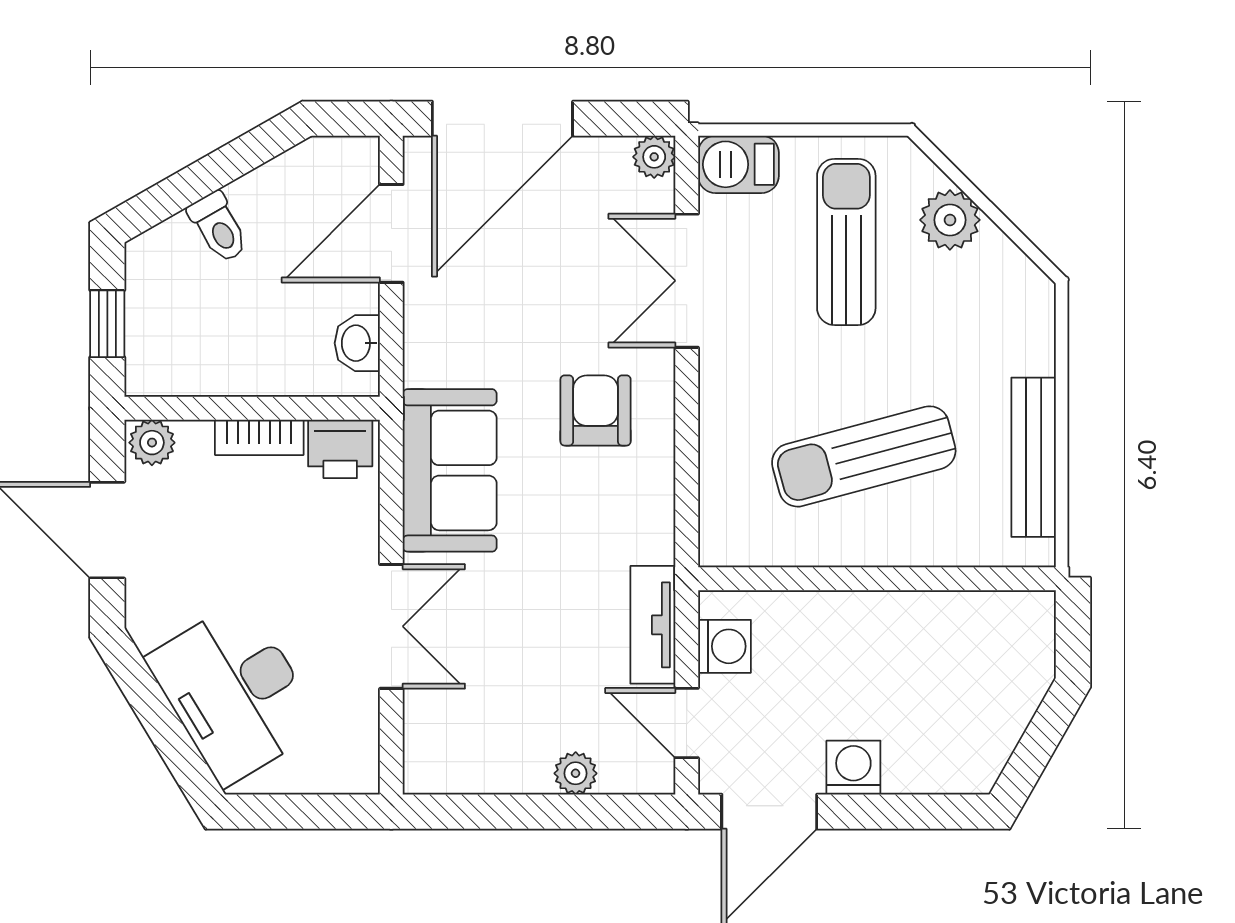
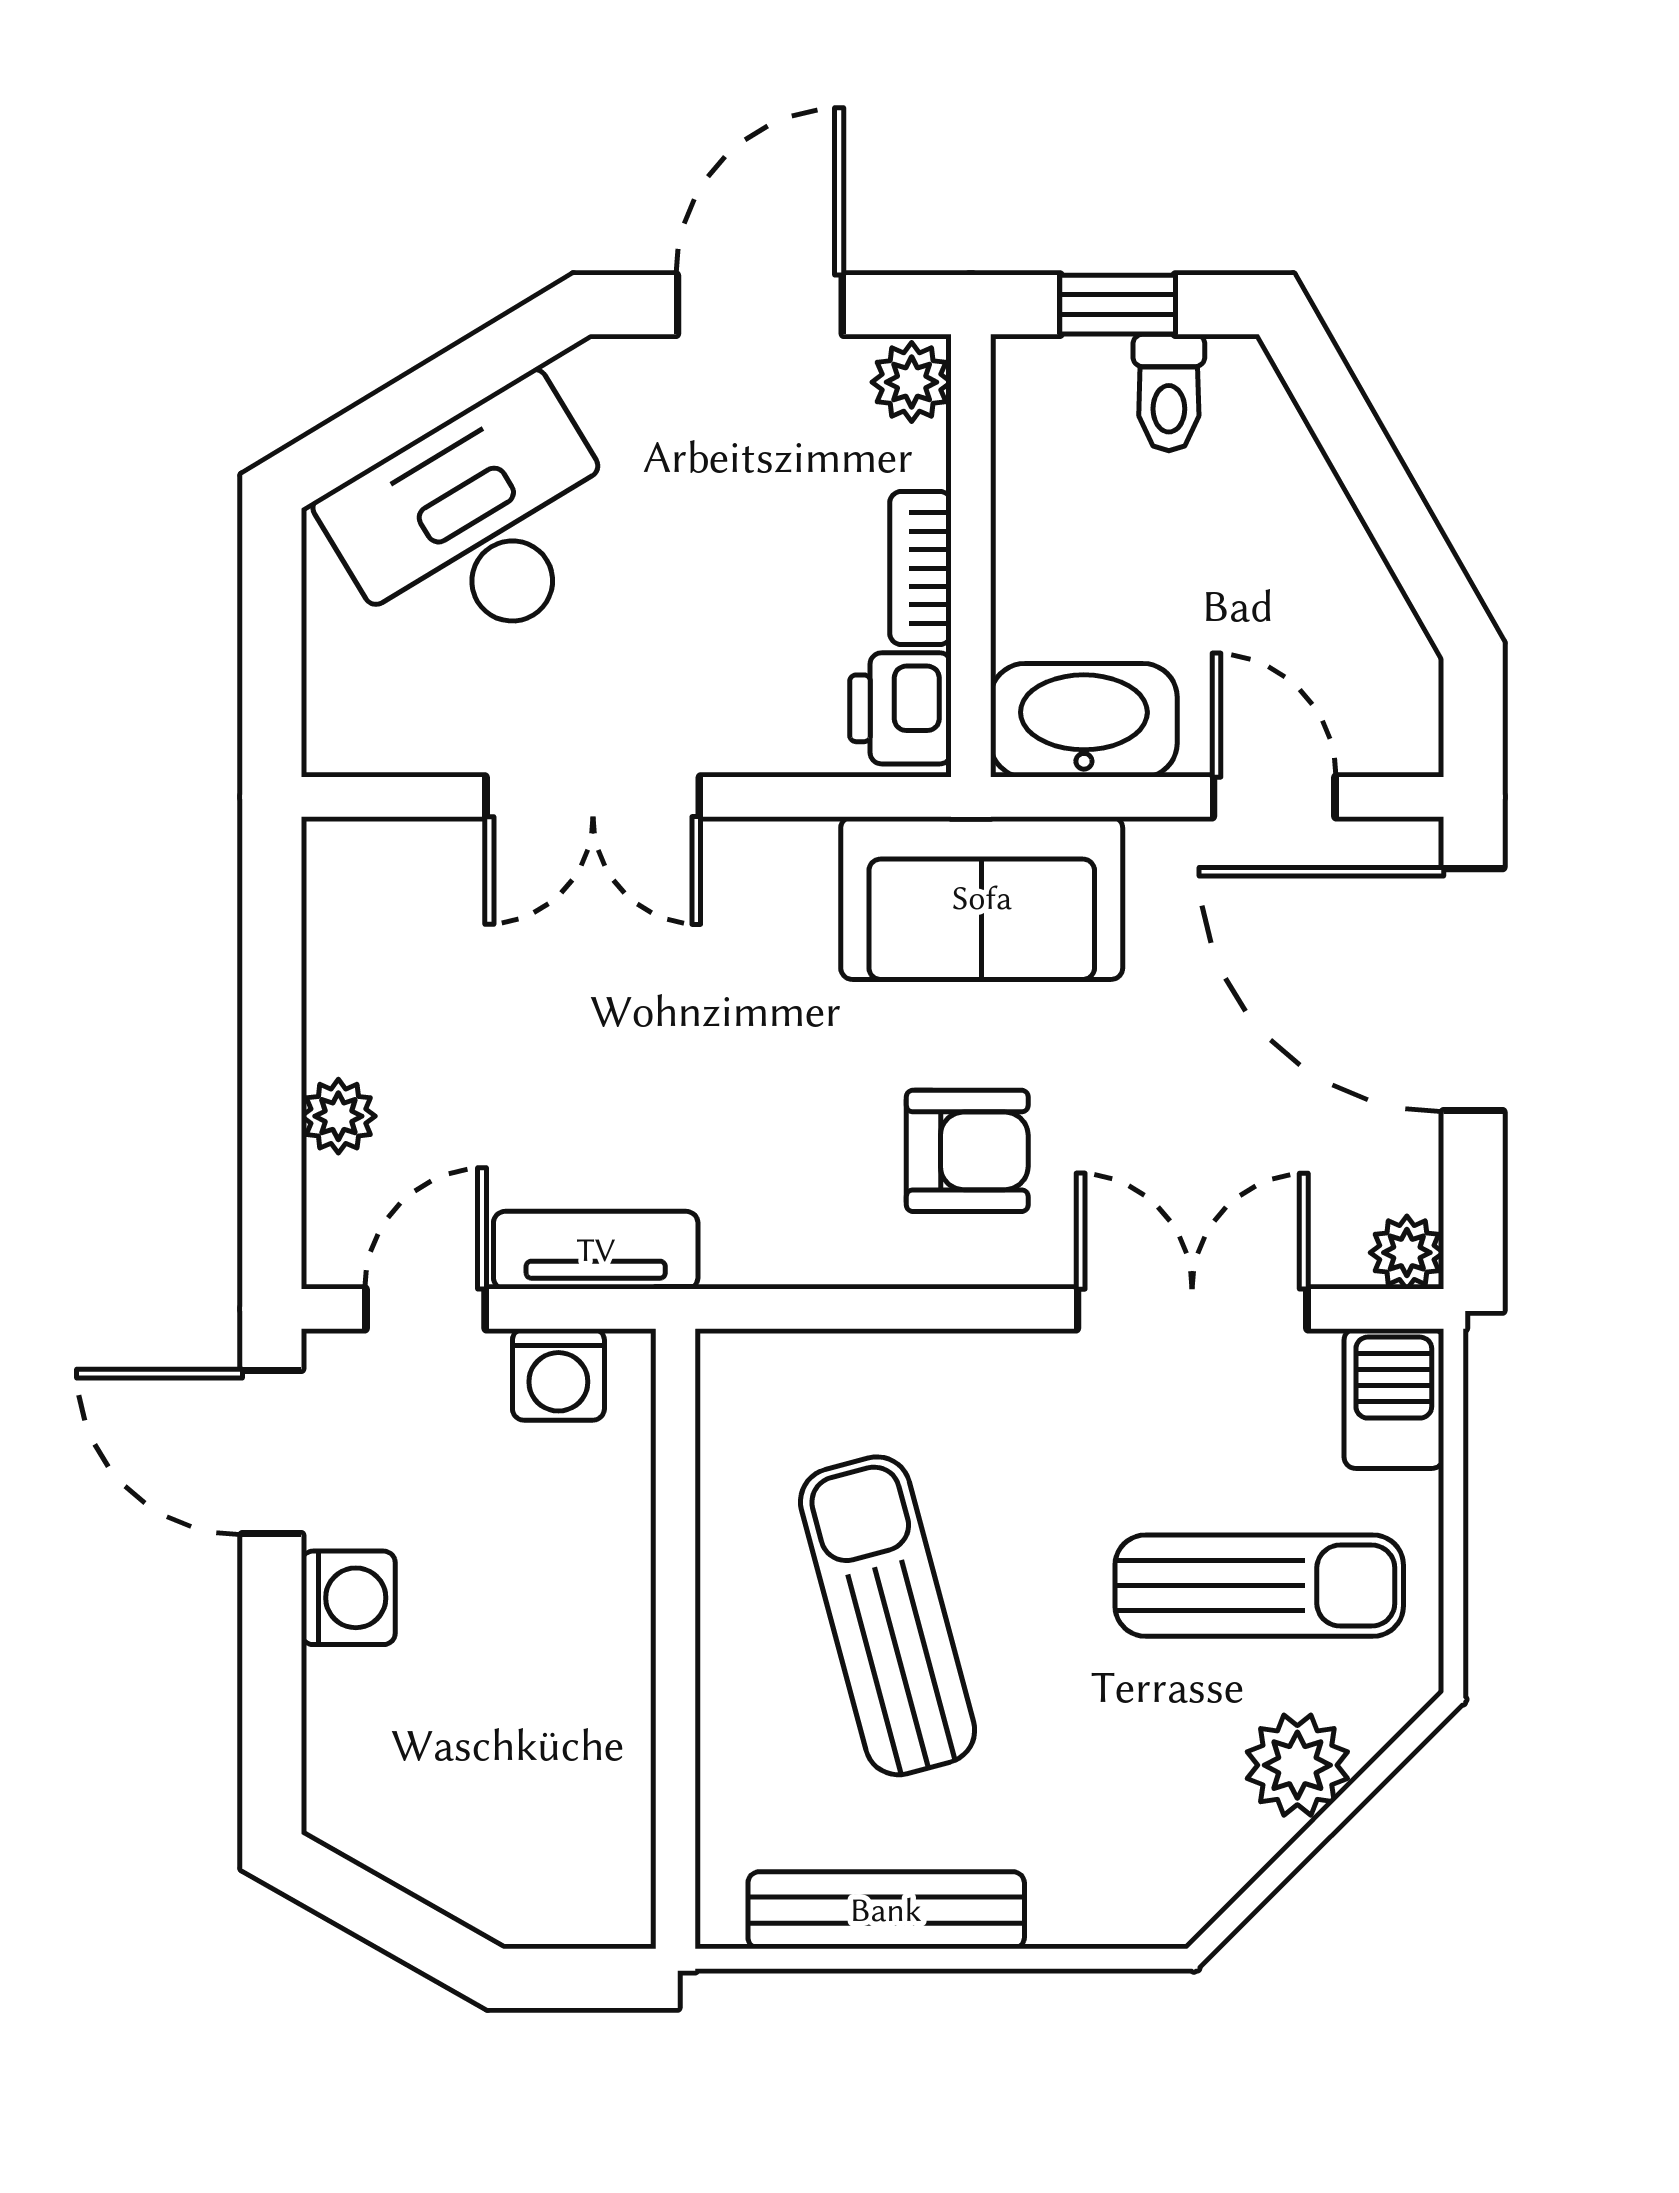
toilet: (219, 227) -> (1169, 392), moved, turned -60
door: (391, 233) -> (1274, 797), width x0.73
washbasin: (357, 343) -> (1084, 720), width x1.91, depth x1.45
sofa: (450, 470) -> (982, 898), moved

